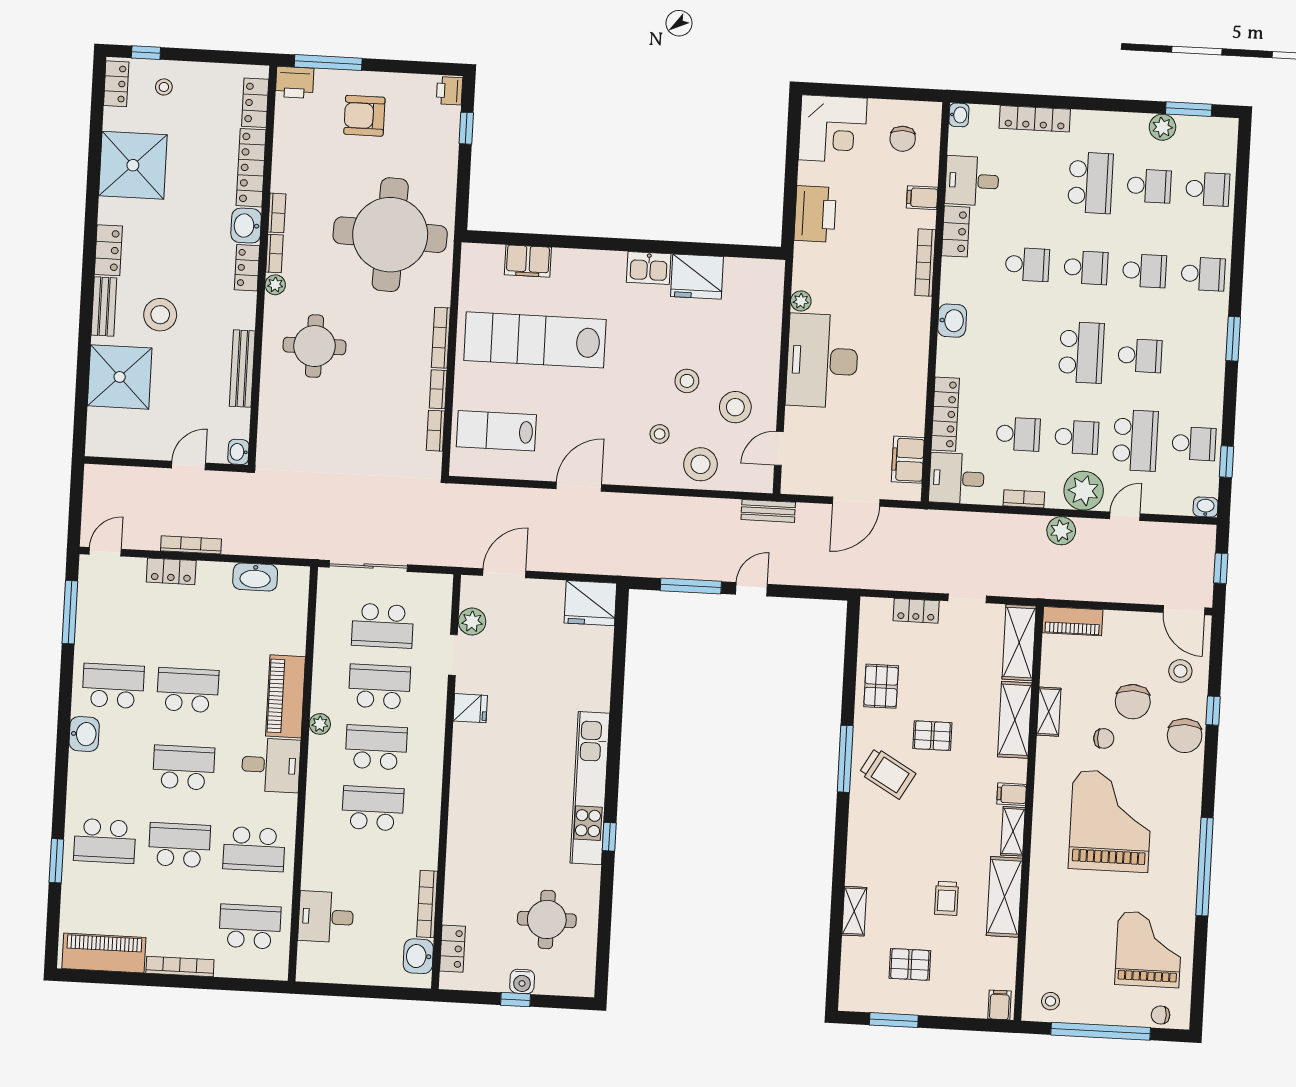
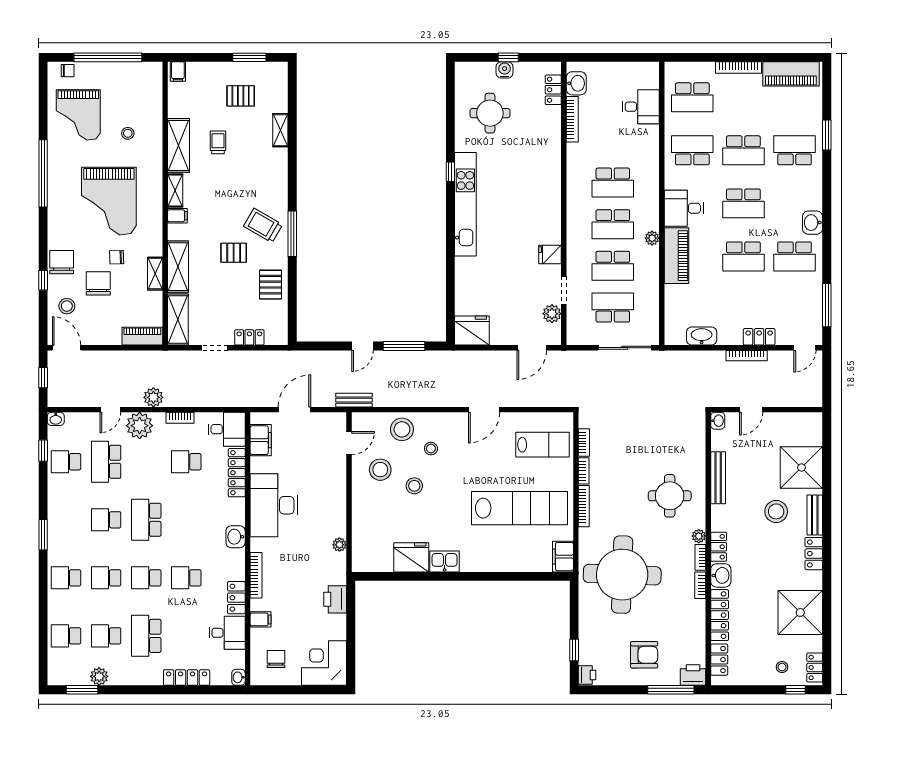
printer: (815, 214) -> (335, 599), width x0.73, depth x0.84
filing cabinet: (528, 261) -> (563, 557), moved, turned -90
desk: (822, 361) -> (274, 505), moved, turned 180
school desk: (1077, 437) -> (146, 462), removed
stool: (1051, 1001) -> (128, 133), moved

